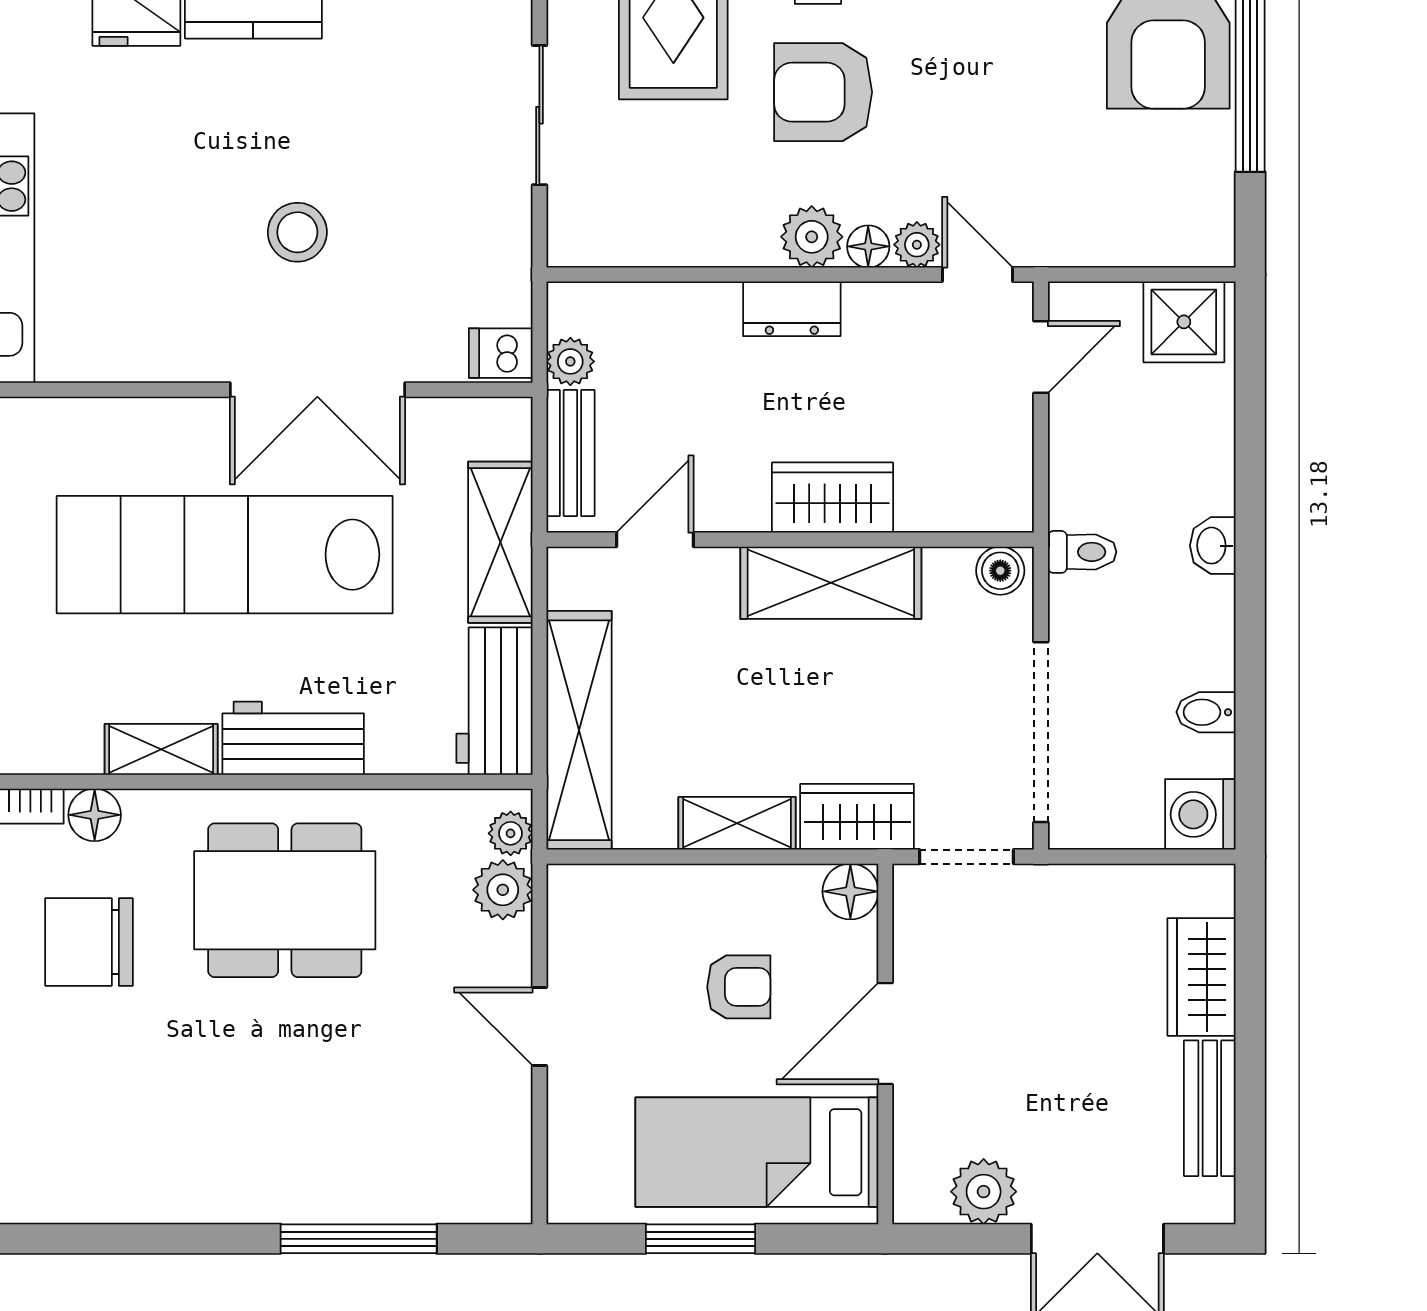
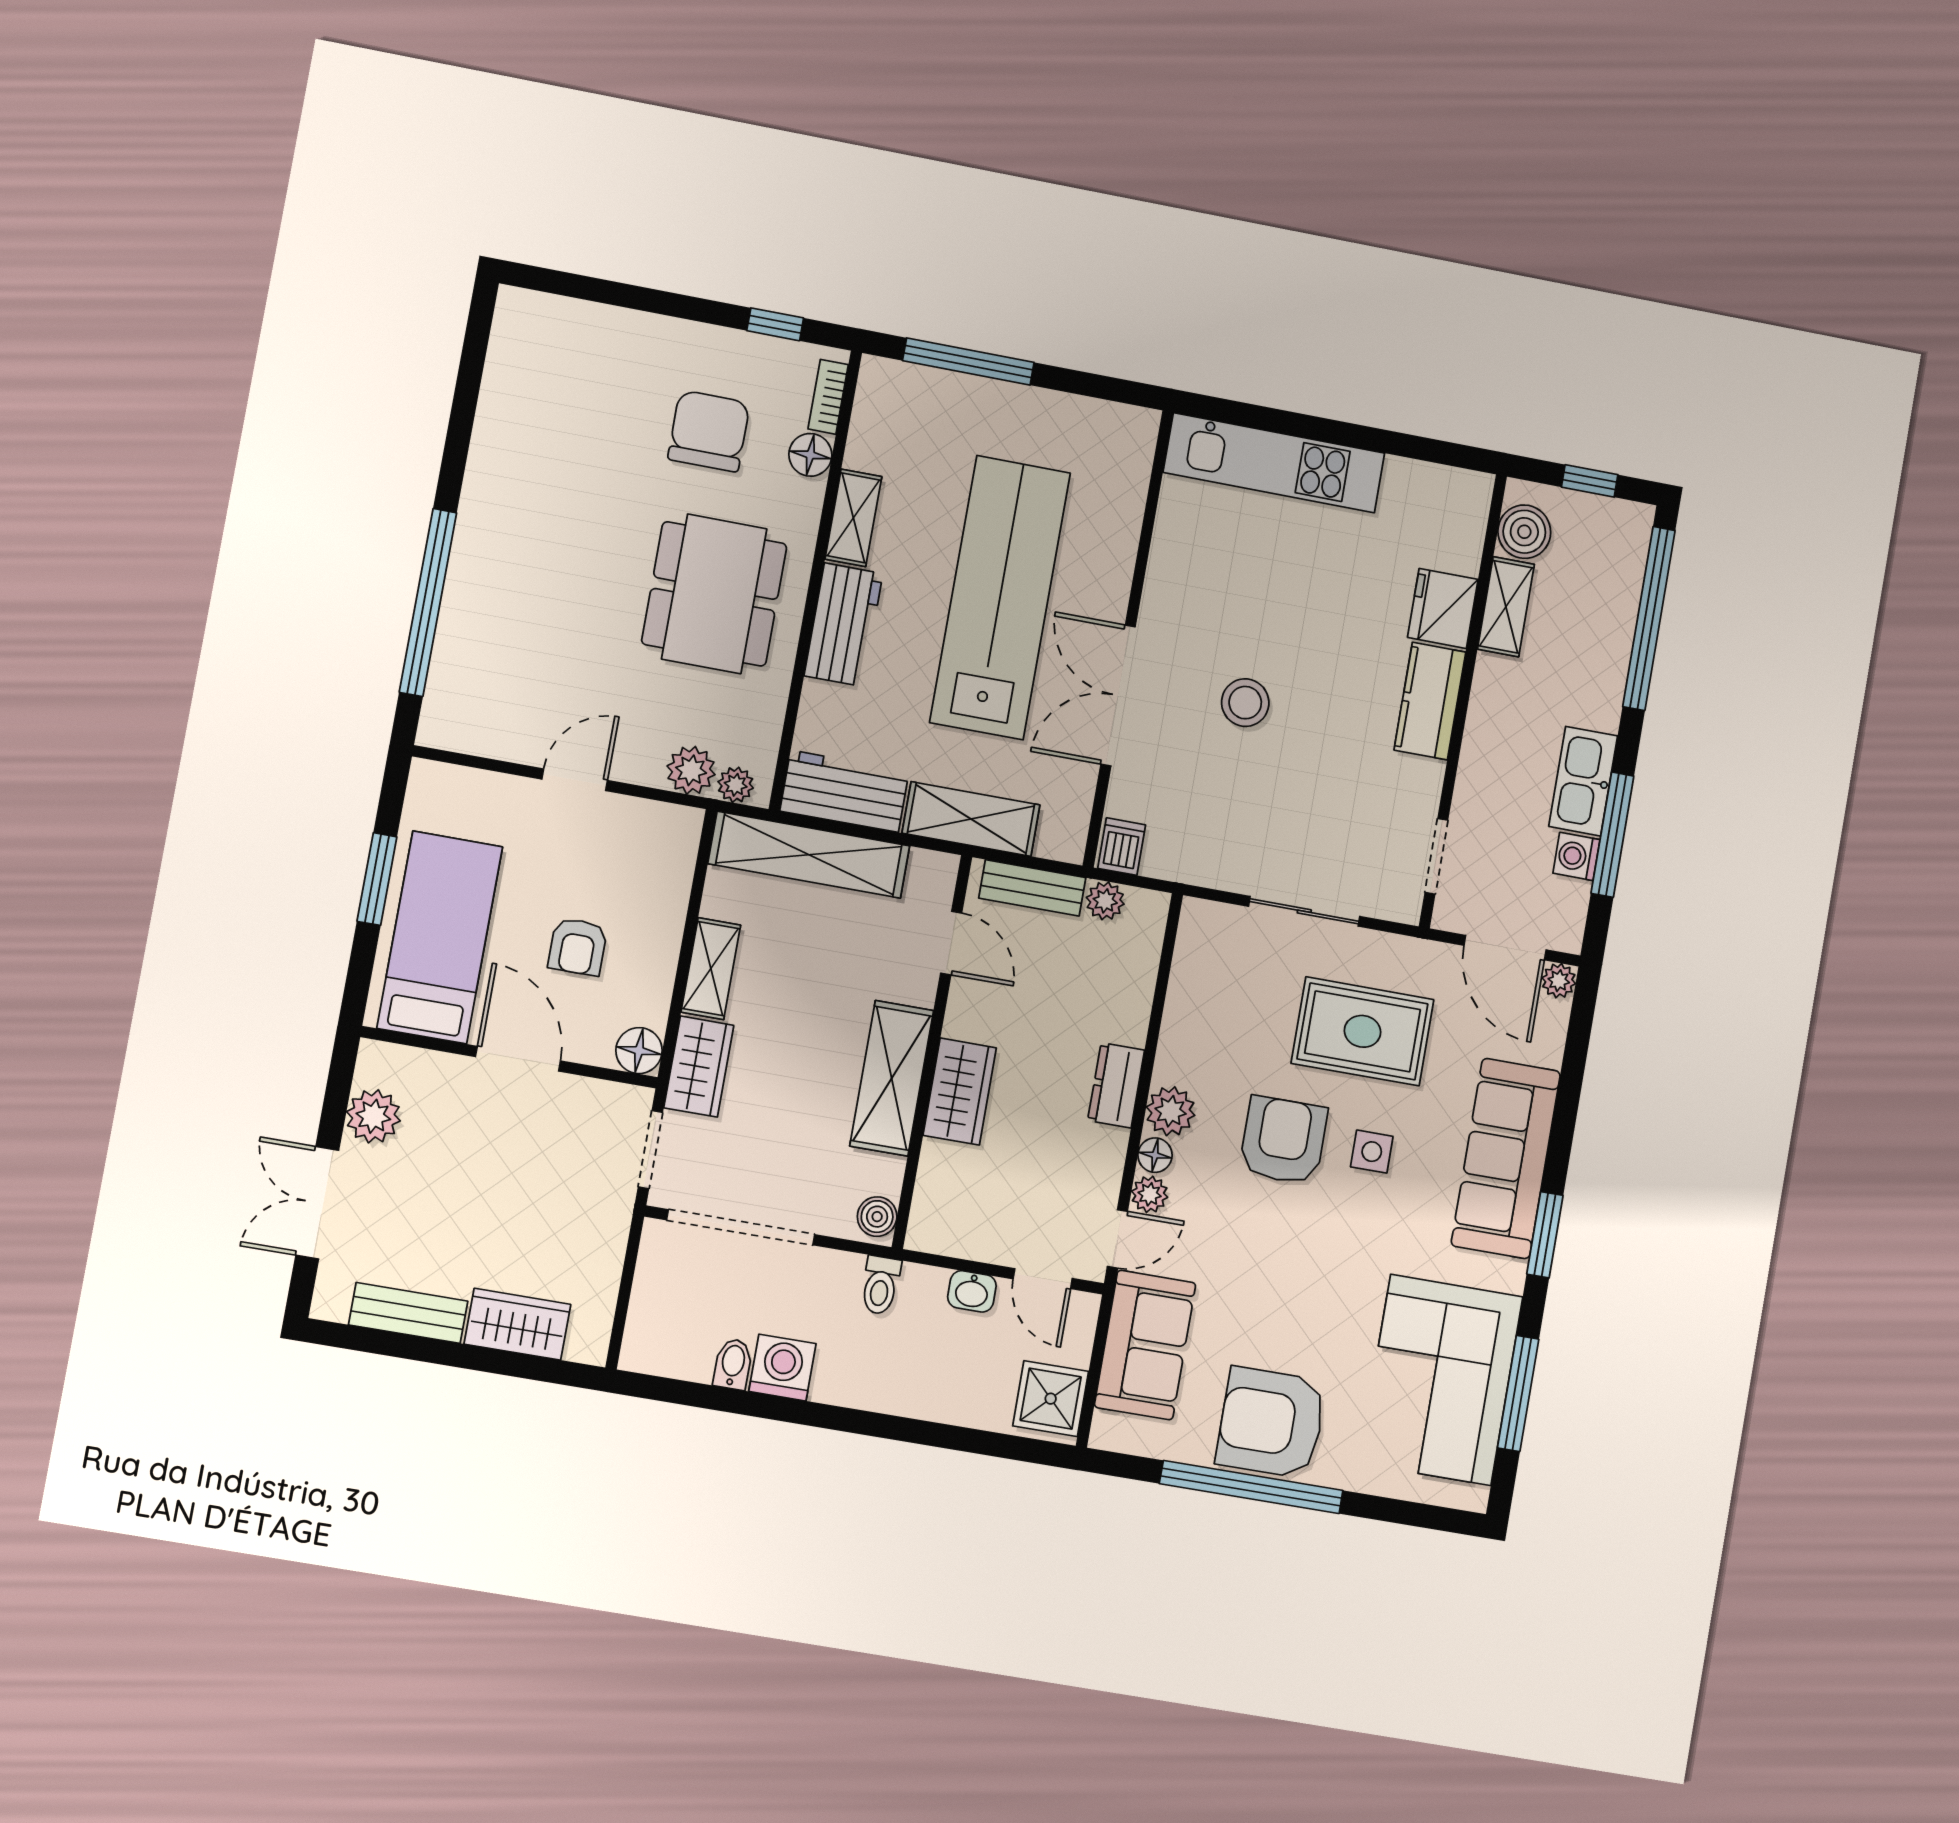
sofa: (1100, 218) -> (1145, 1345), added
washbasin: (1213, 546) -> (972, 1291), moved, turned 180
washing machine: (1200, 814) -> (782, 1368), moved
window: (359, 1239) -> (428, 602), width x1.46

